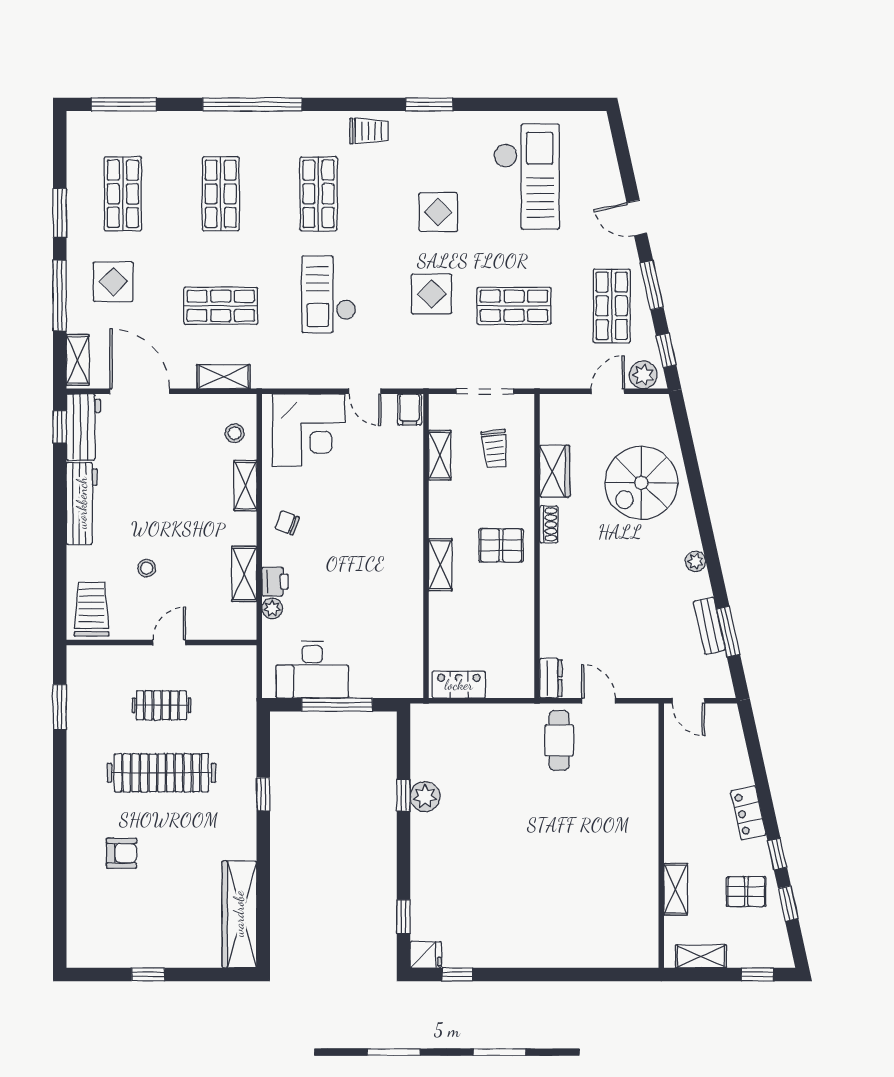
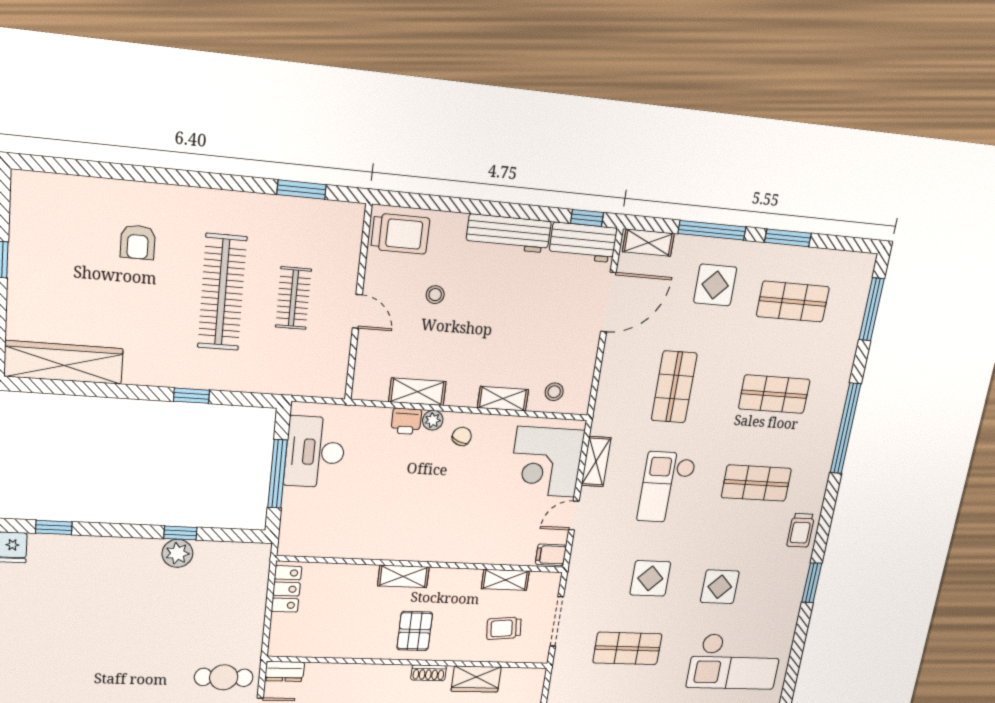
checkout: (329, 294) -> (667, 487), turned -90
shop shelf: (514, 306) -> (627, 648), turned 90
shelving: (223, 377) -> (596, 462), moved
plant: (272, 608) -> (433, 420), moved

